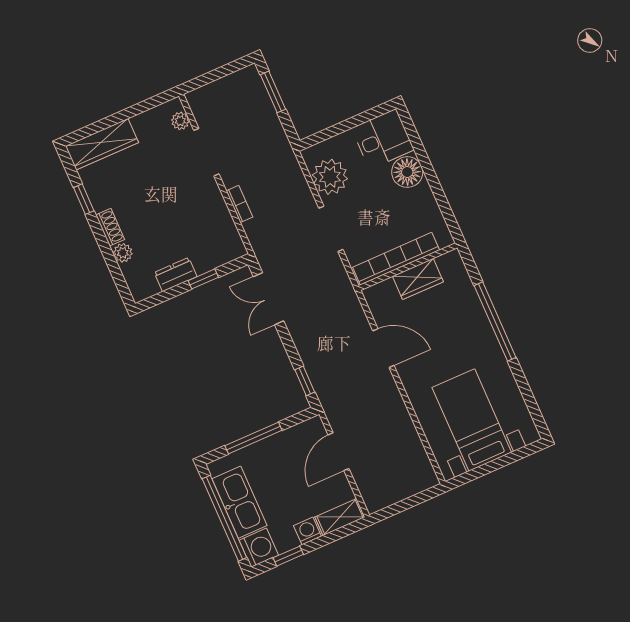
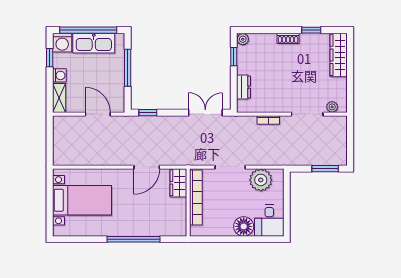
plant: (123, 253) -> (243, 39), moved
dresser: (176, 274) -> (243, 87), moved
window: (203, 279) -> (234, 57), moved
wardrobe: (418, 279) -> (178, 183), moved

